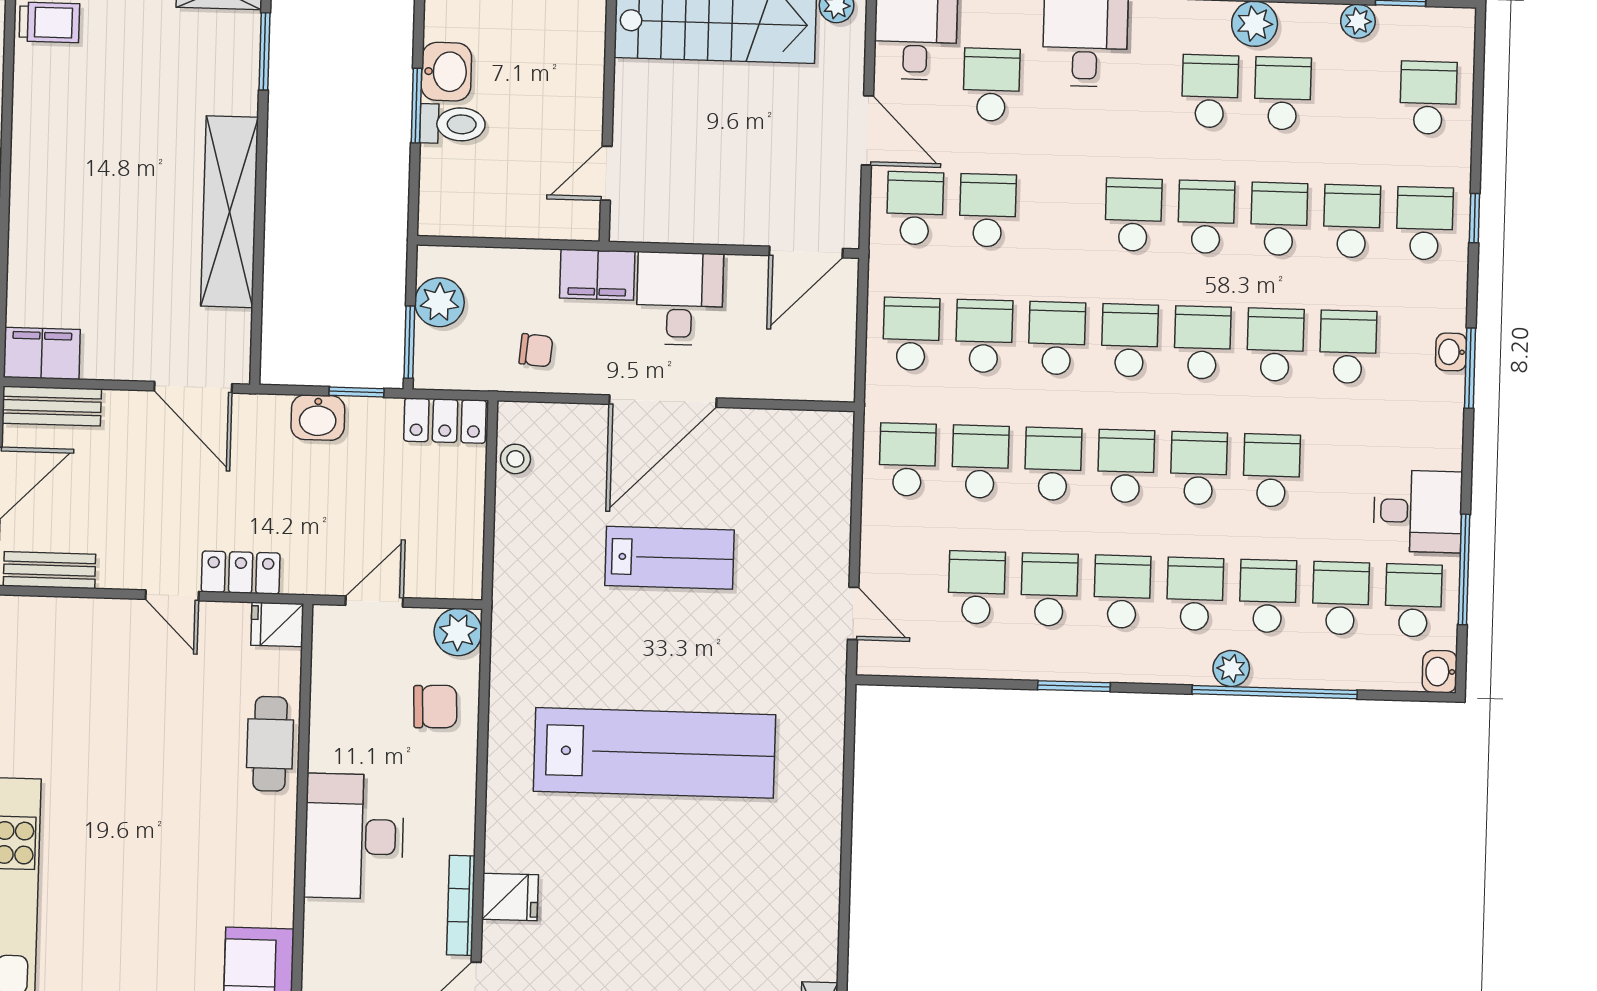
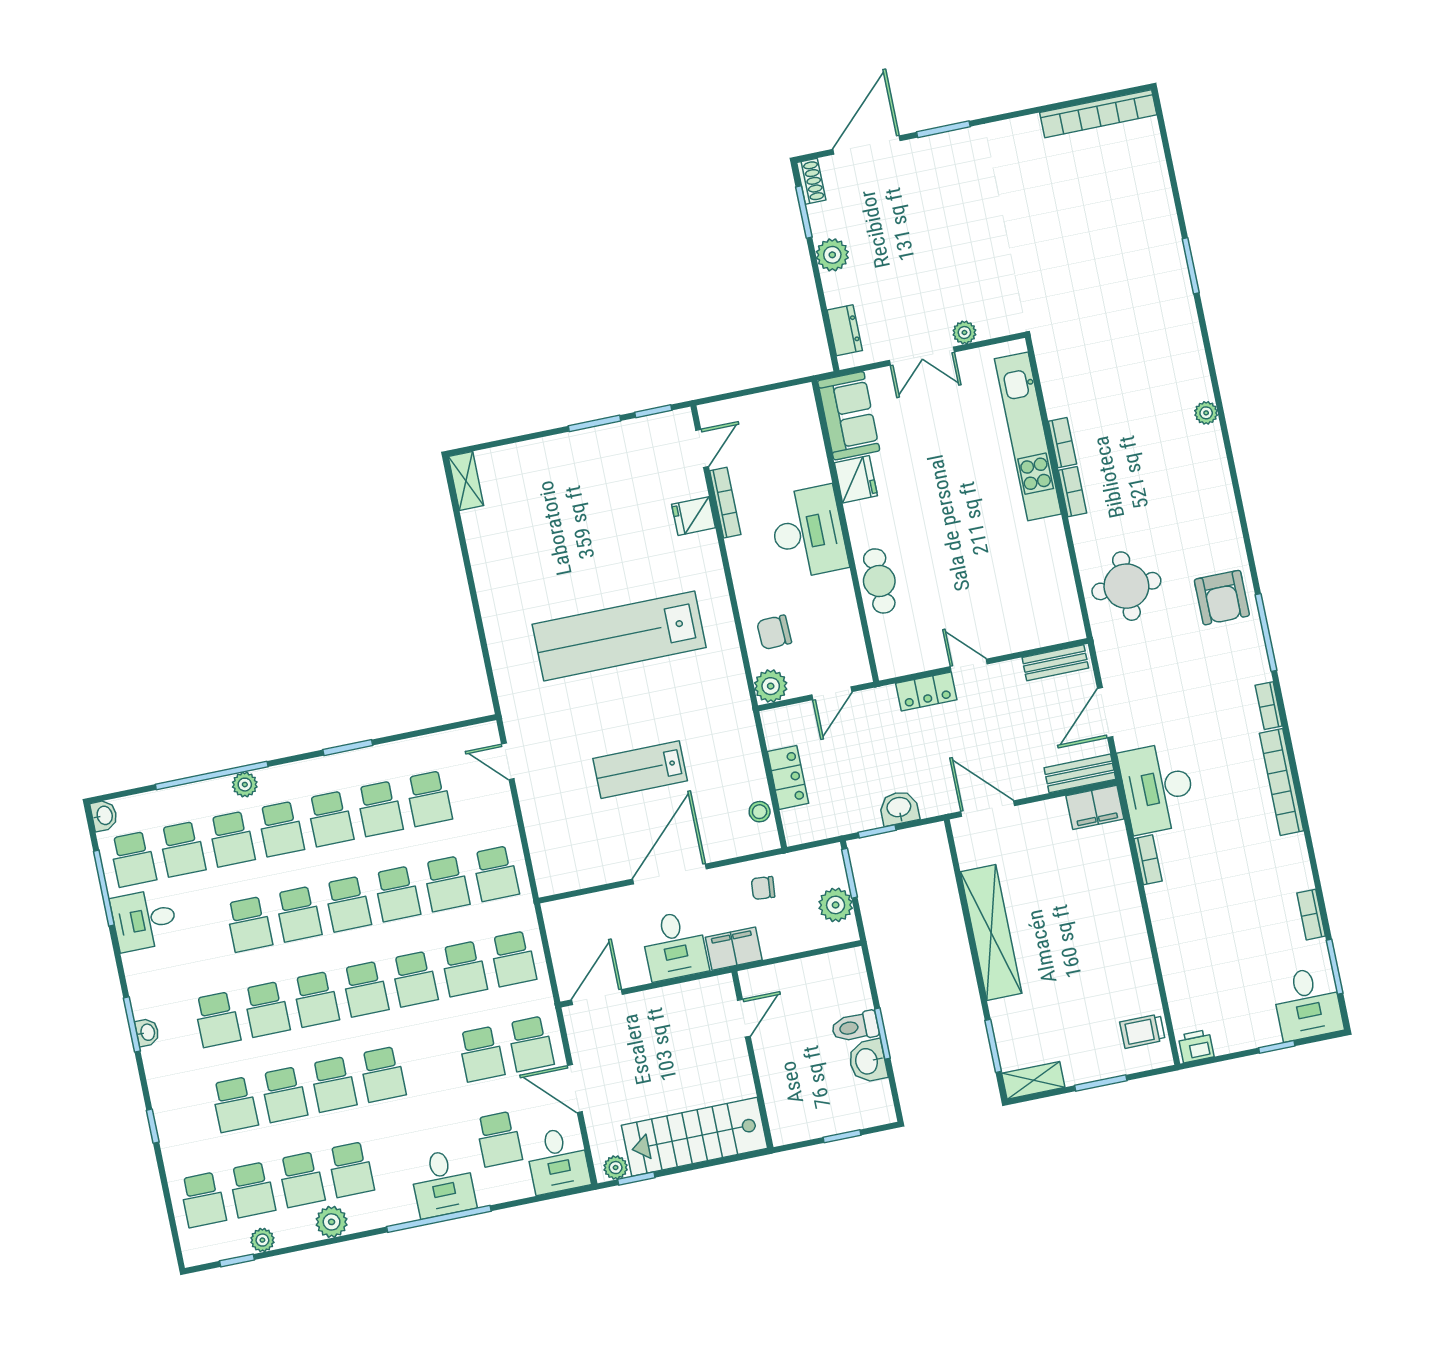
school desk: (1425, 223) -> (252, 1190), moved
locker: (445, 421) -> (788, 777), moved, turned 90
fridge: (277, 624) -> (856, 479), moved, width x1.38

